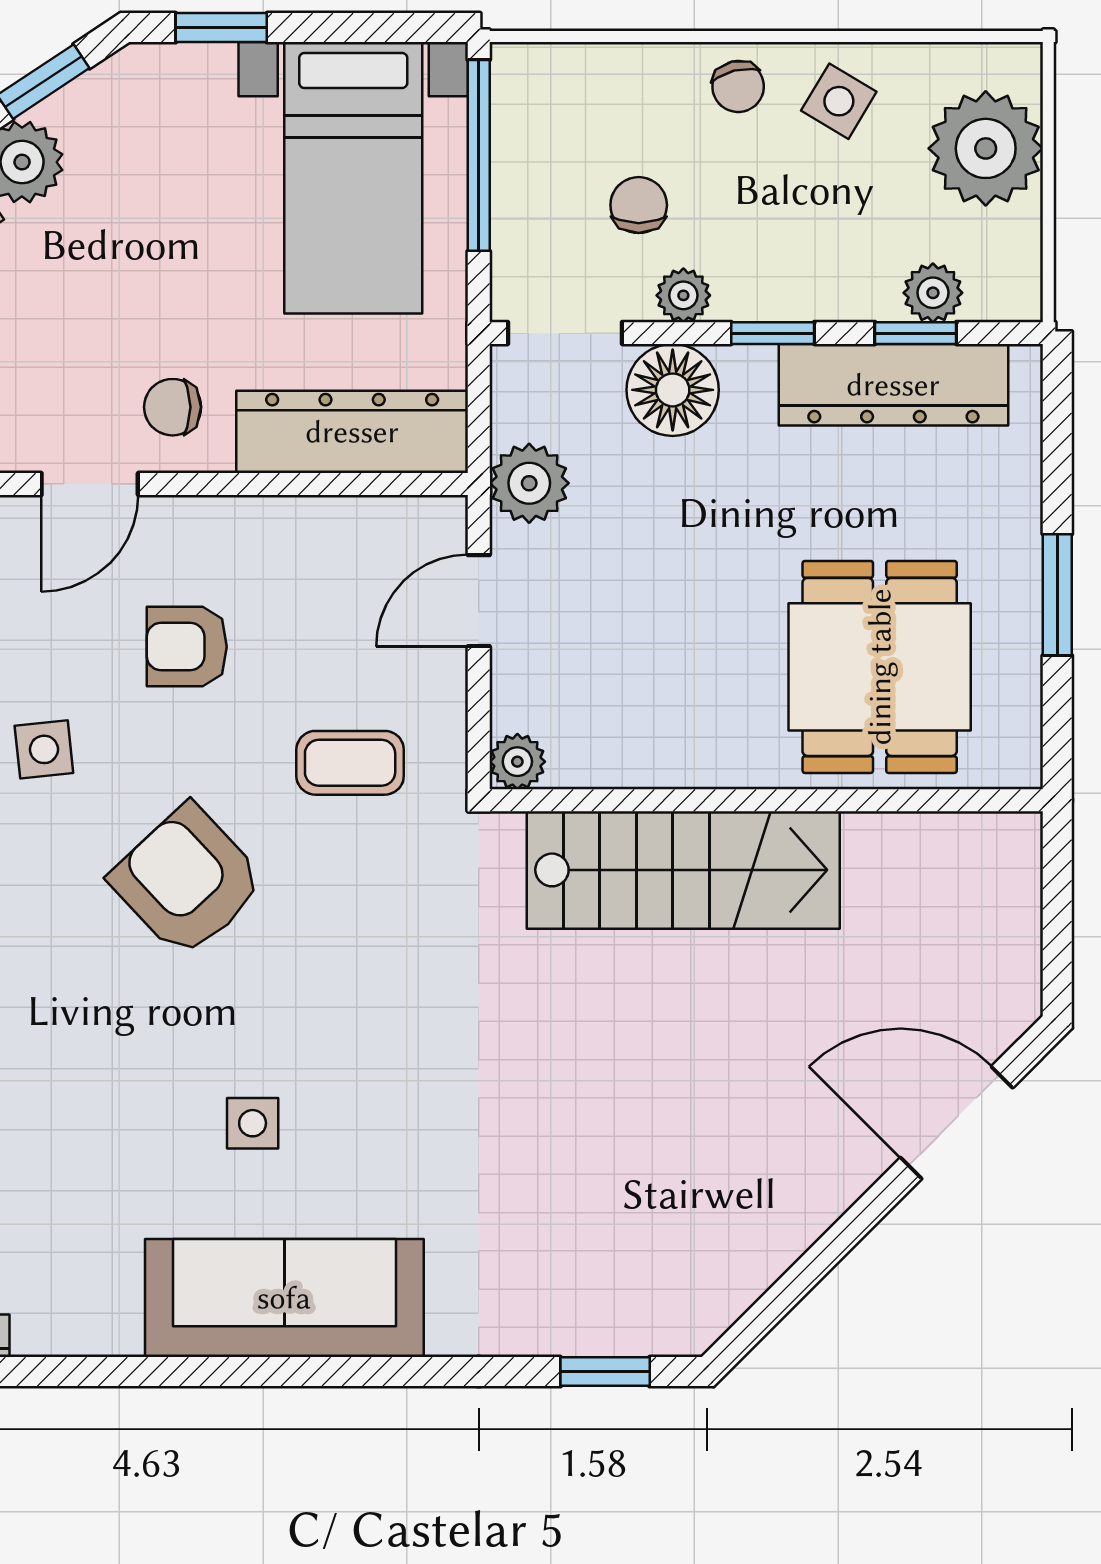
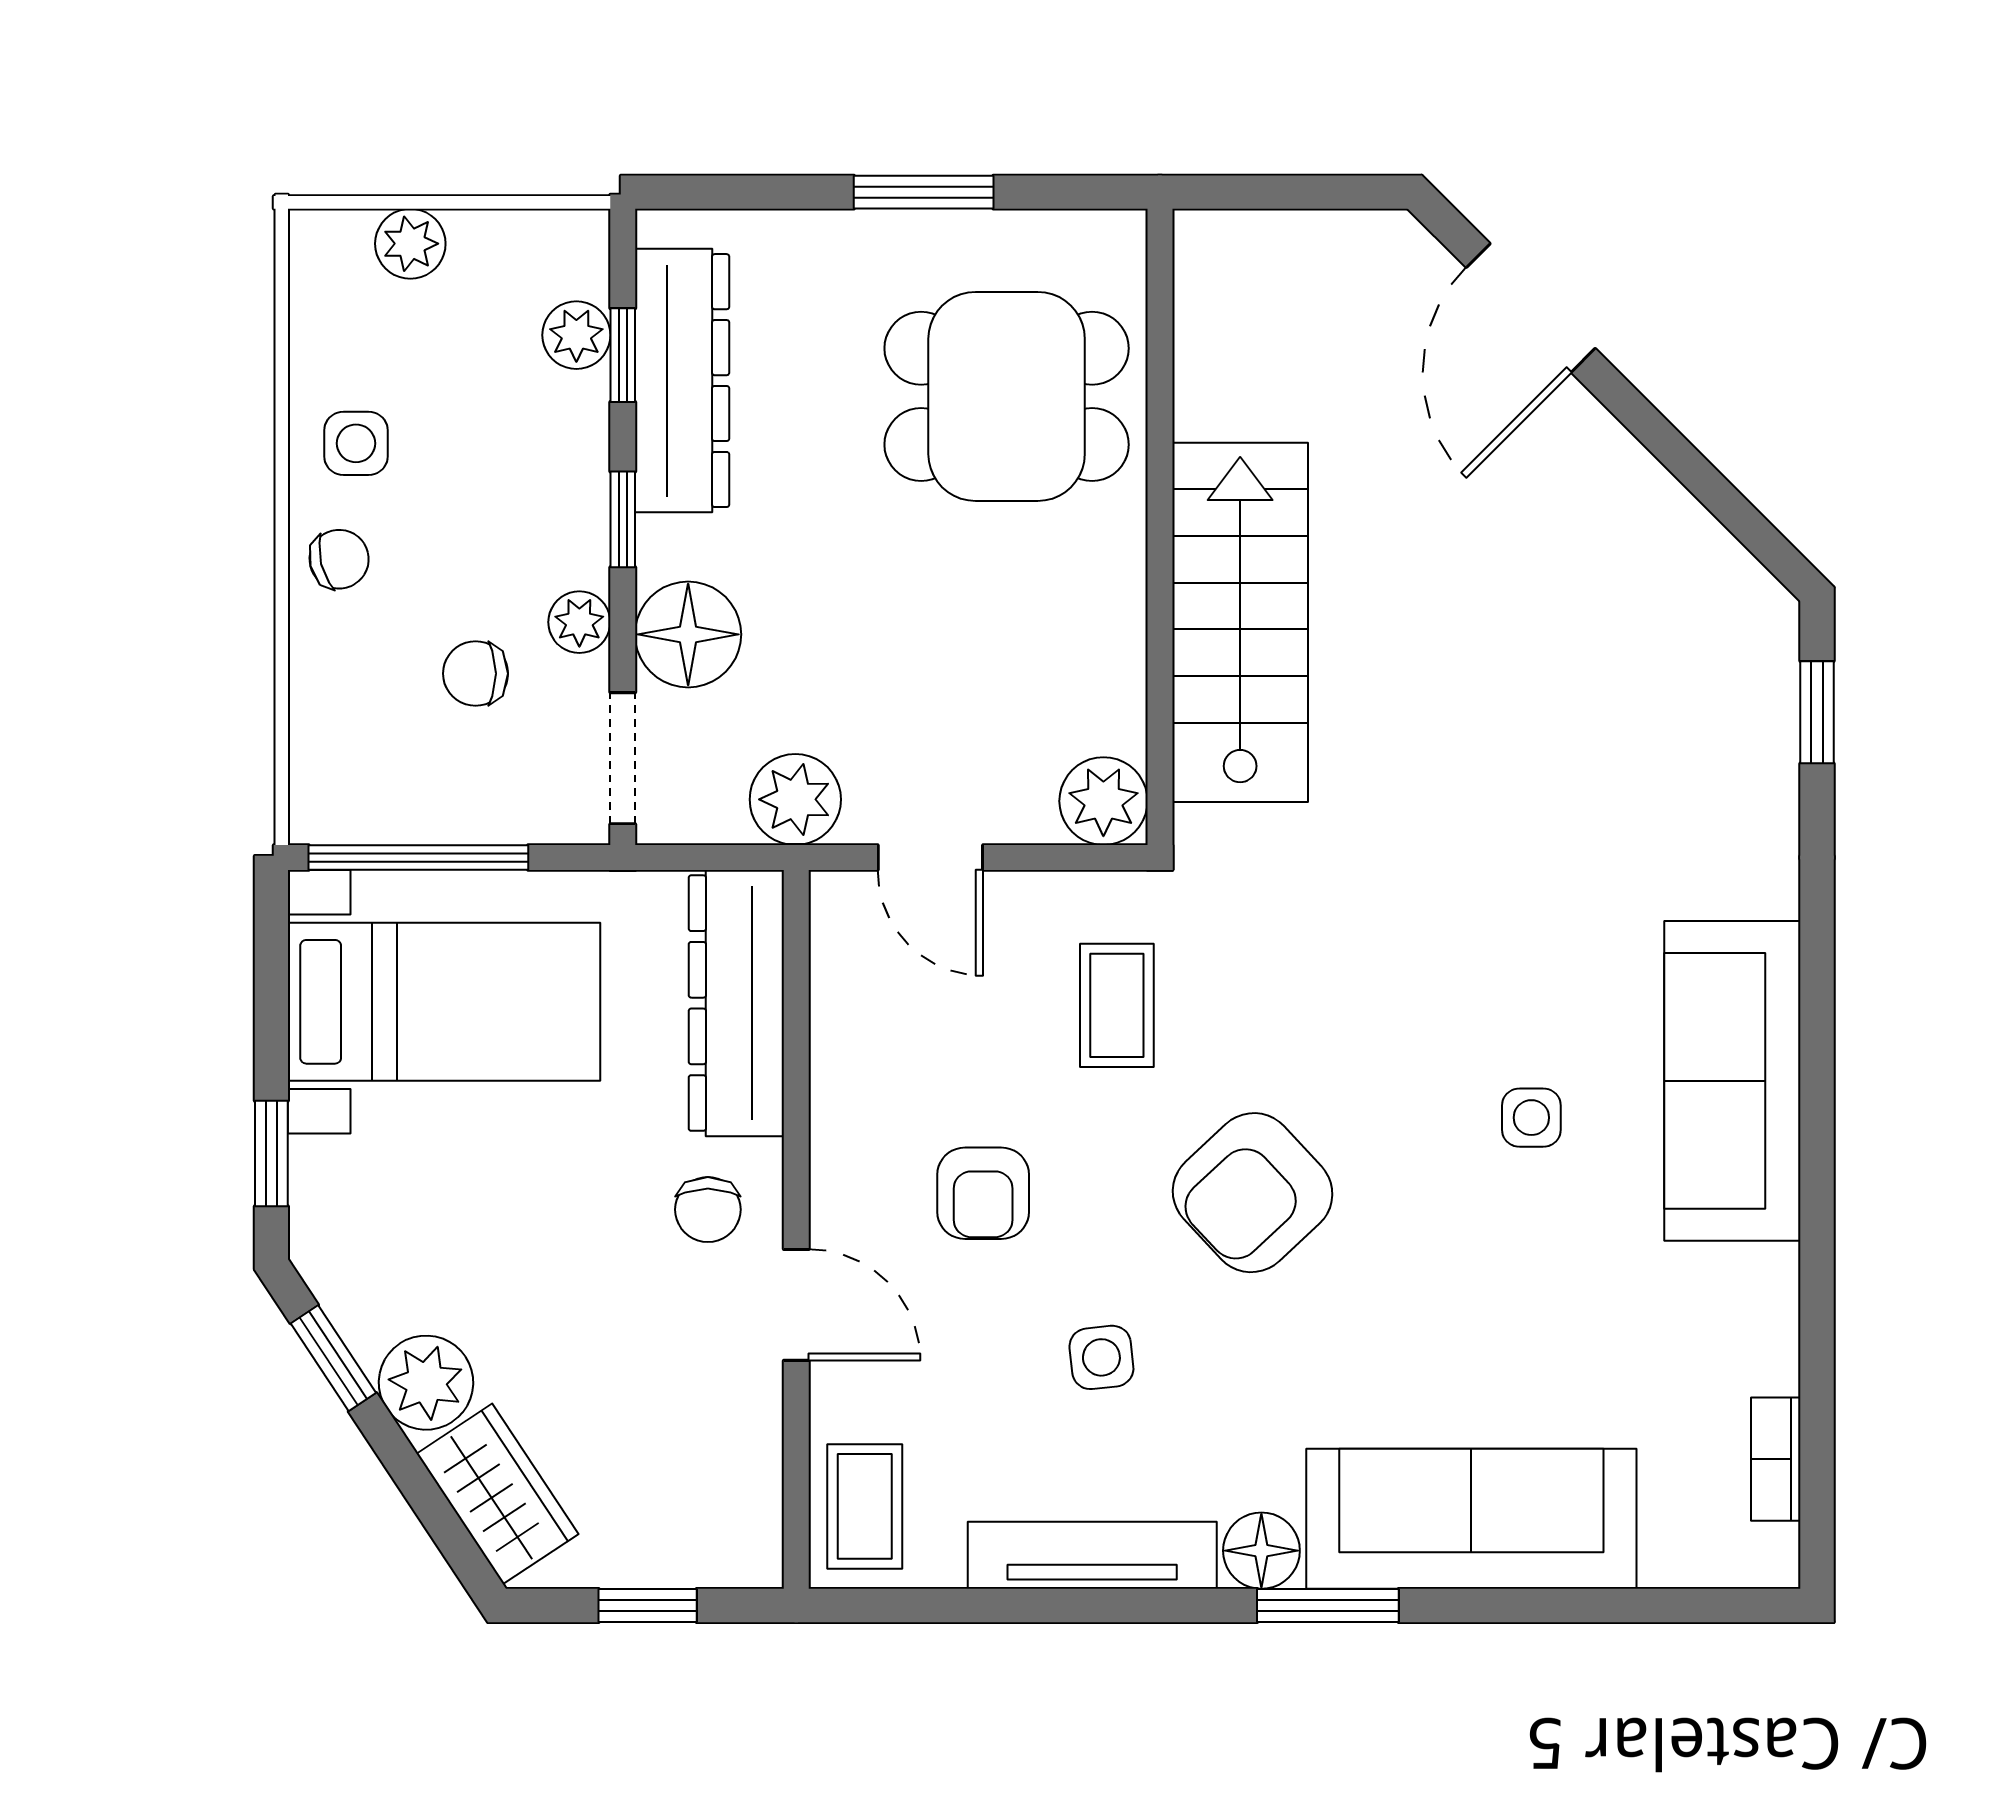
side table: (839, 101) -> (356, 443), turned -31
plant: (986, 148) -> (410, 244), width x0.53, depth x0.53
plant: (517, 762) -> (1103, 801), width x1.38, depth x1.38

